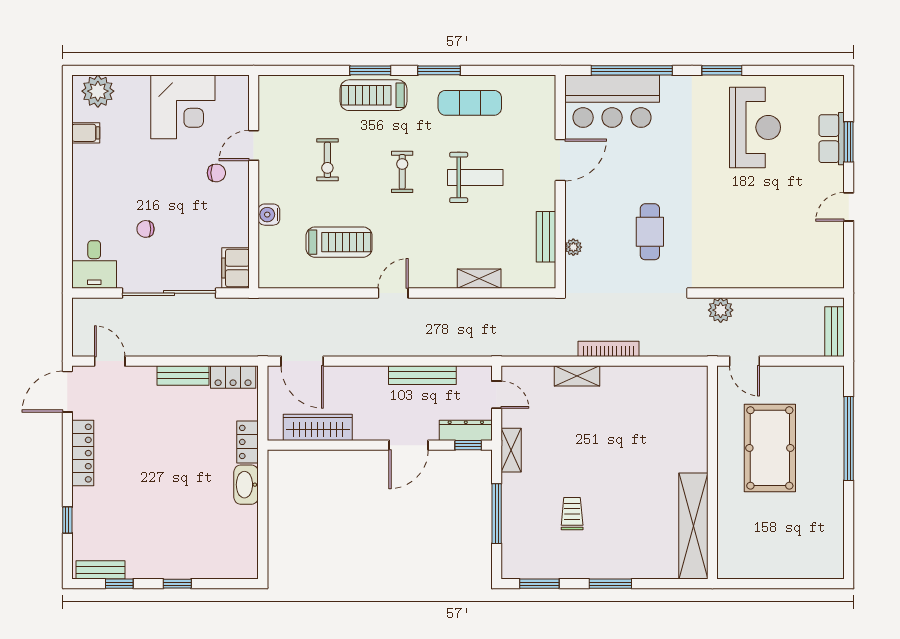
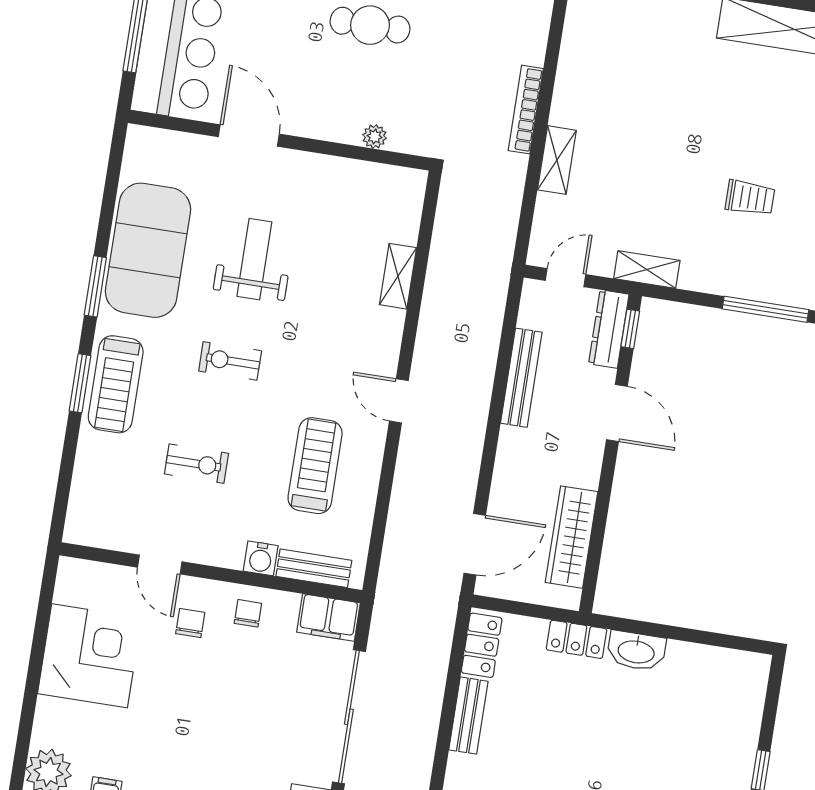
exercise mat: (470, 103) -> (148, 250), width x2.00, depth x1.45
chair: (145, 229) -> (248, 613), moved, turned 180
bench: (546, 237) -> (314, 568), moved
window: (497, 514) -> (765, 309), moved
trolley: (572, 514) -> (750, 198), turned 180

